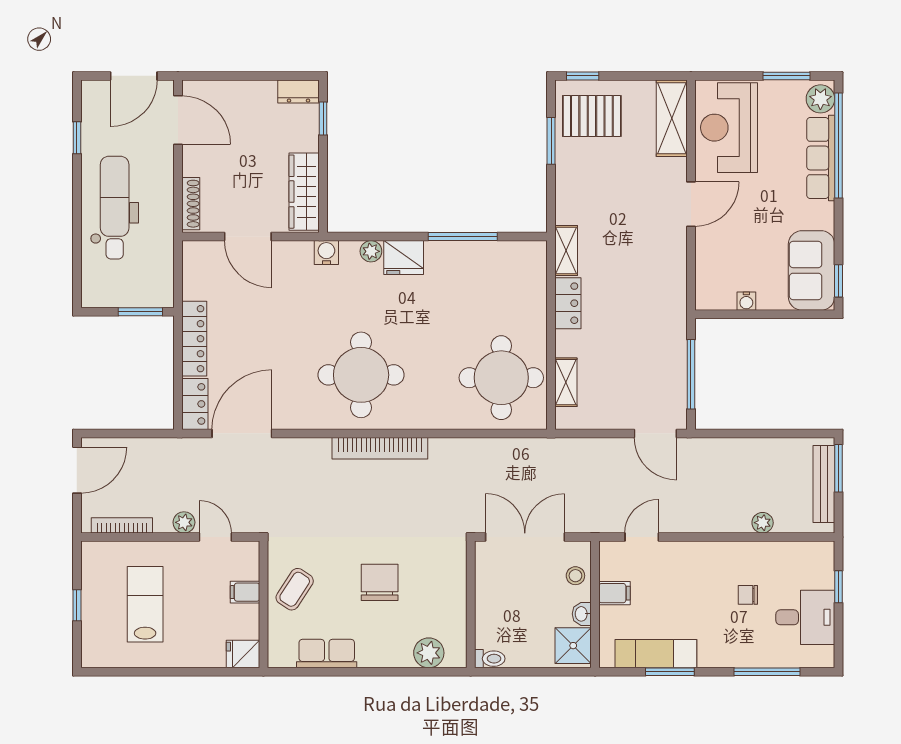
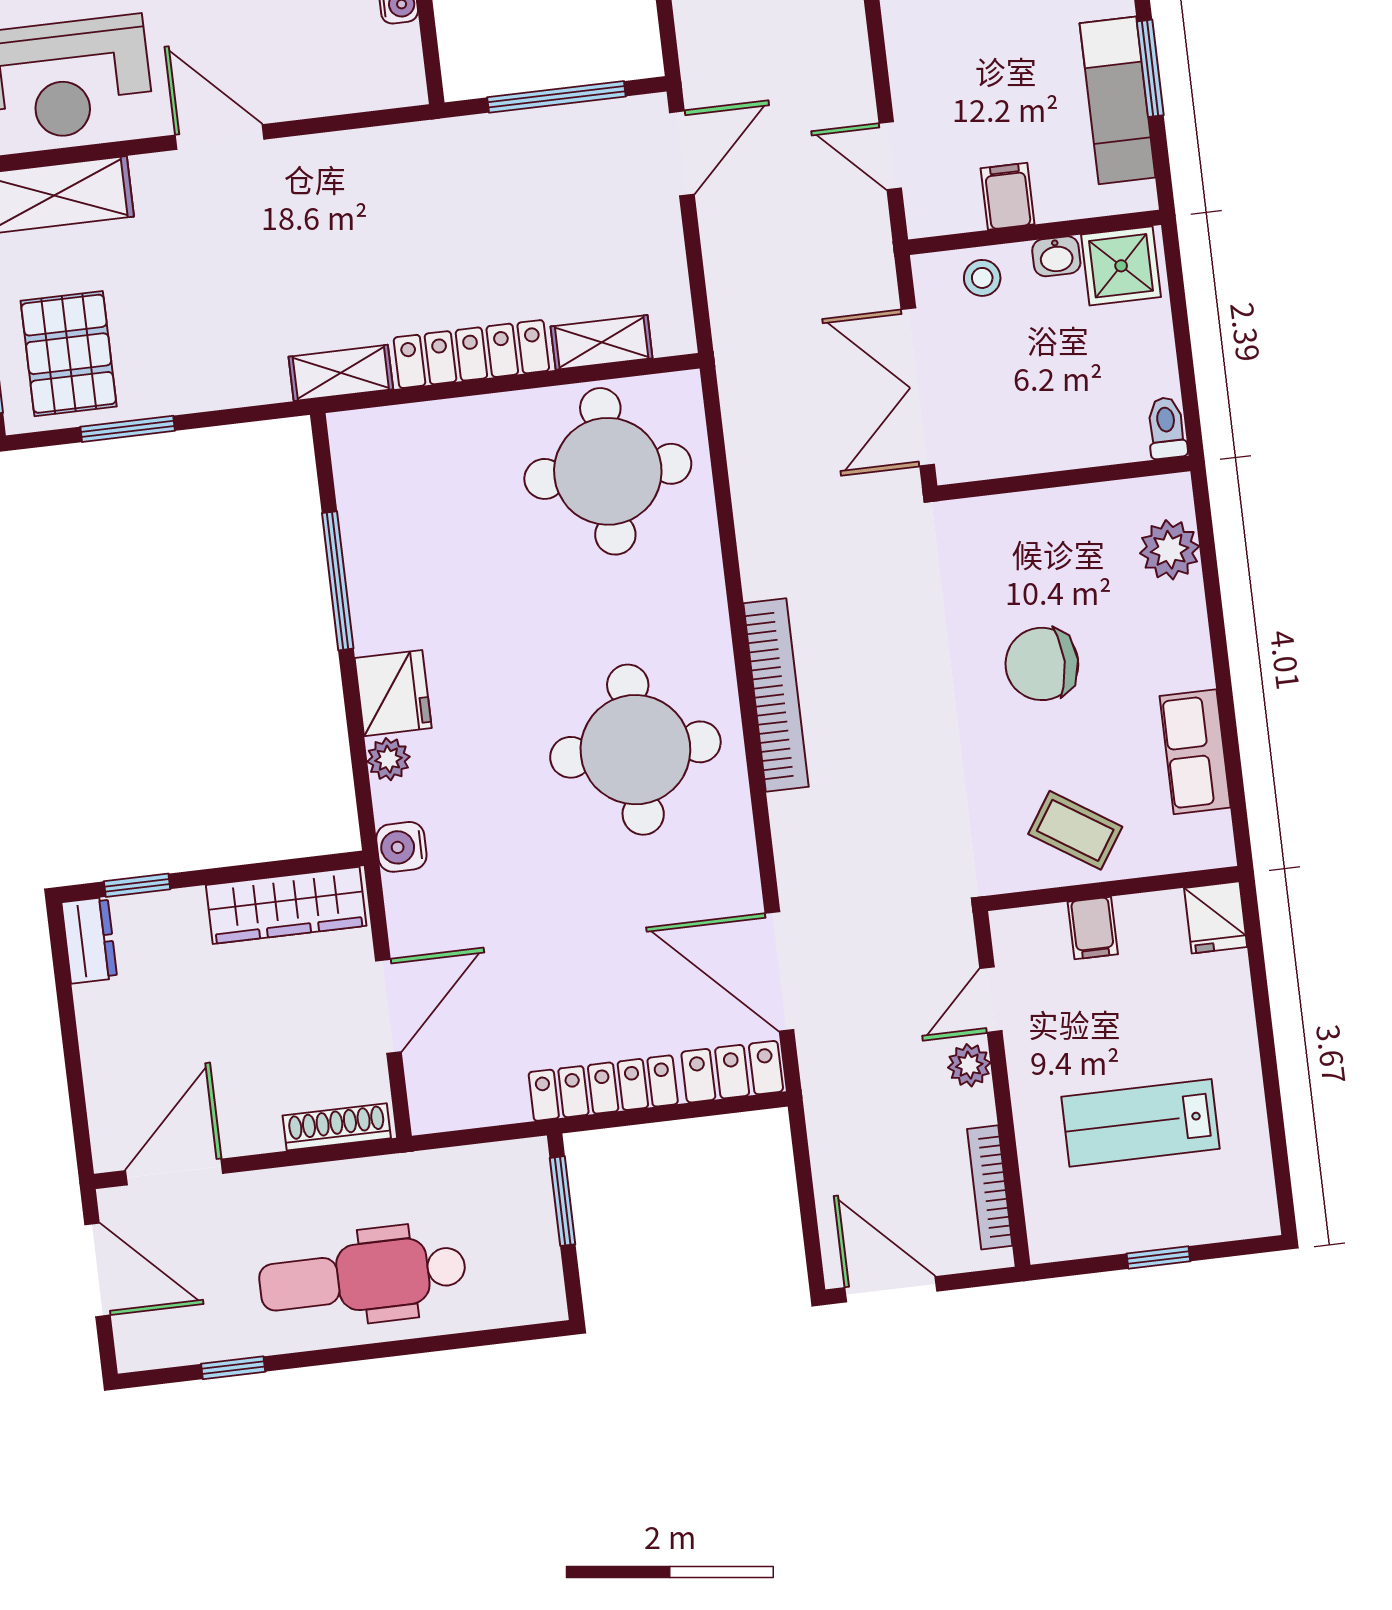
locker: (568, 303) -> (471, 354), width x1.53

